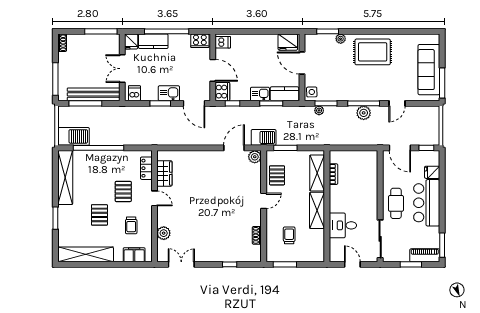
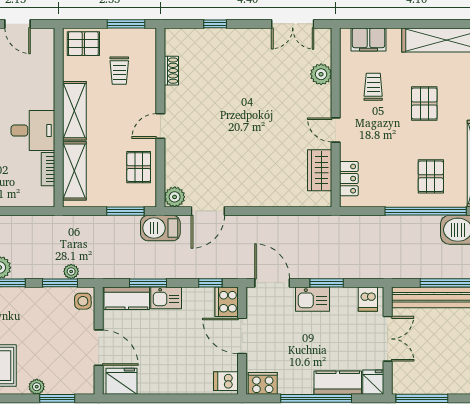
pallet: (123, 191) -> (431, 176), moved
desk: (343, 225) -> (33, 131), moved
pallet: (311, 252) -> (83, 44), added

